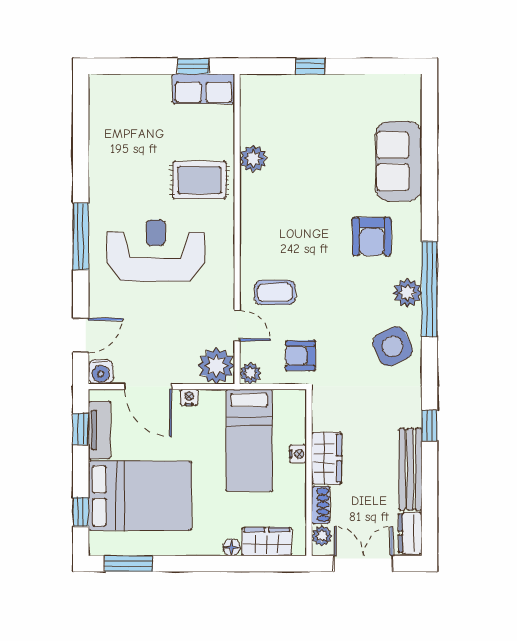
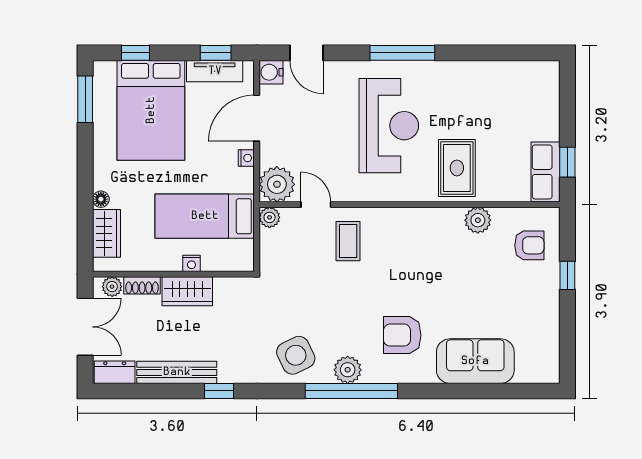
door: (237, 326) -> (316, 205), swing flipped
armchair: (300, 356) -> (529, 245), moved, turned 90

